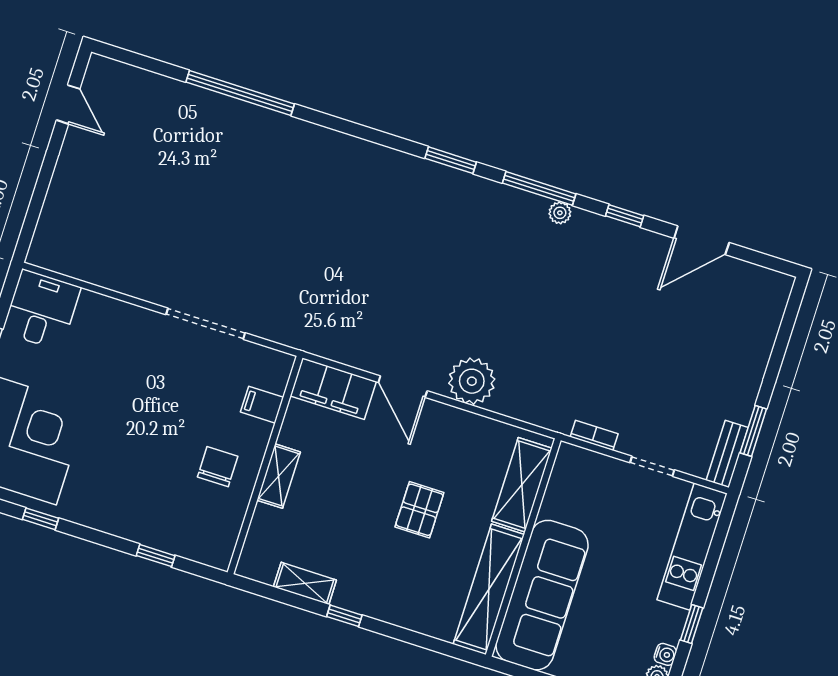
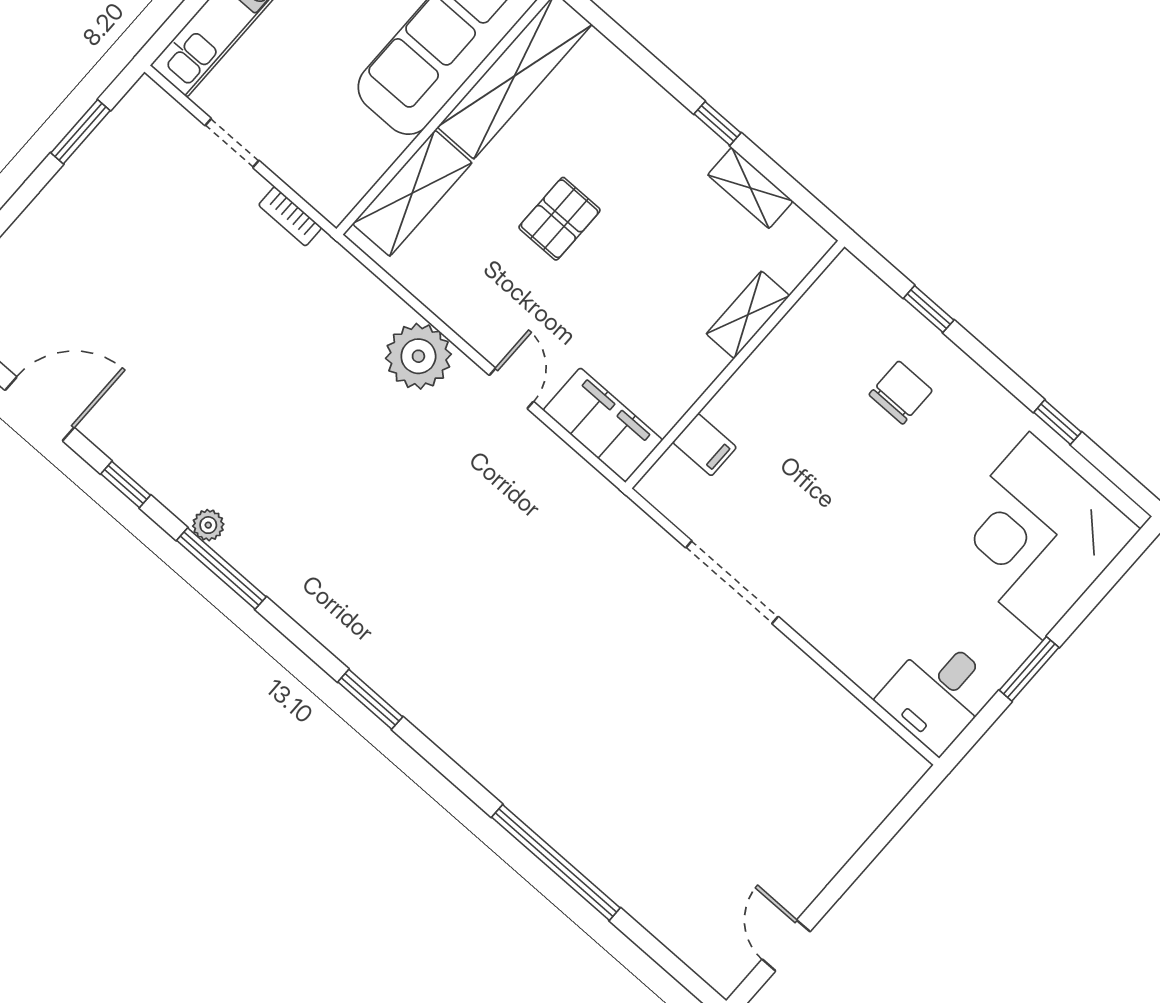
window: (451, 160) -> (370, 699), moved
door: (403, 387) -> (511, 388), width x0.73
bench: (727, 454) -> (128, 117), removed
chair: (218, 467) -> (901, 392), moved, turned 180
shelving: (279, 476) -> (748, 315), moved

